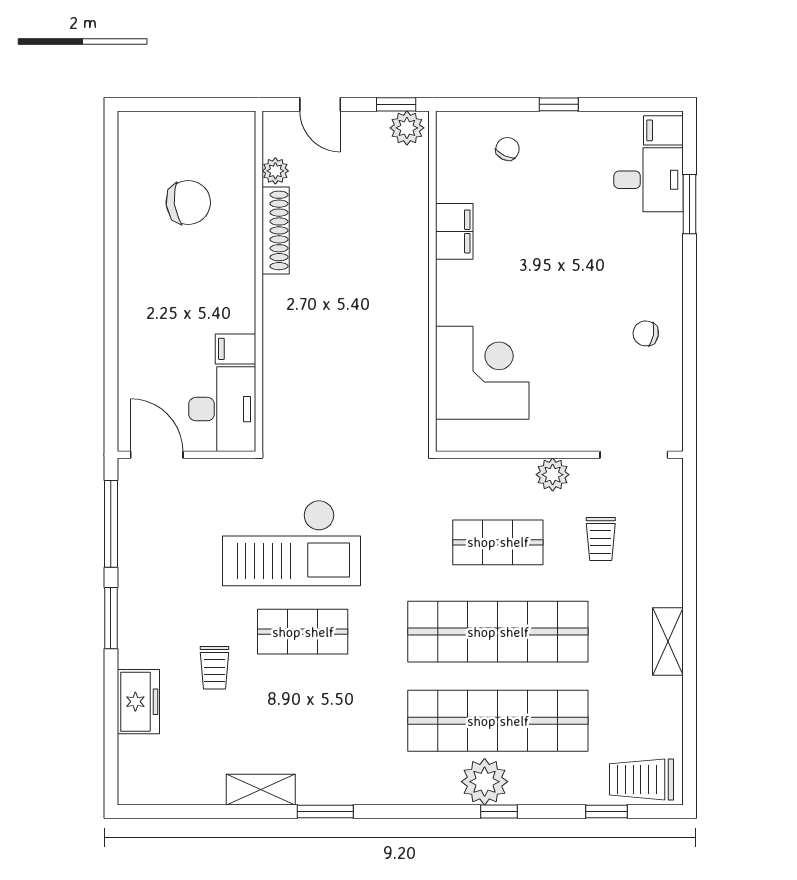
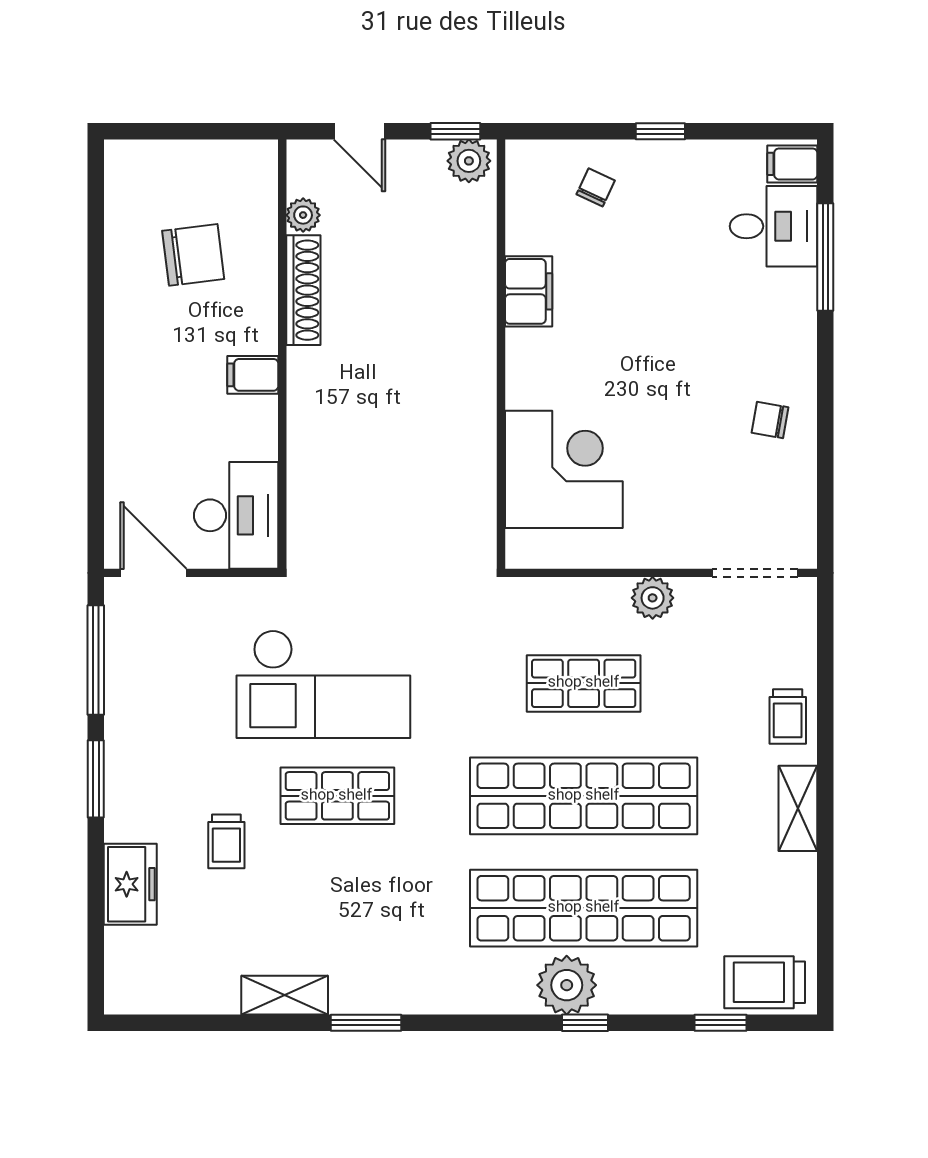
window: (690, 204) -> (825, 257), width x1.44
filing cabinet: (235, 349) -> (253, 375), moved
trolley: (601, 539) -> (788, 717), moved

